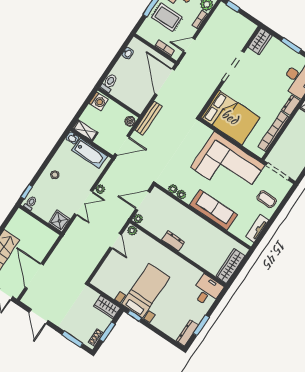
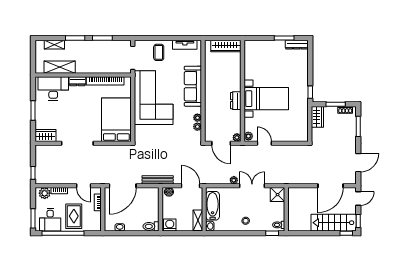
door: (116, 241) -> (264, 143), hinge flipped
bed with nightstands: (146, 291) -> (266, 99), moved, turned 180
desk: (207, 291) -> (256, 51), removed

